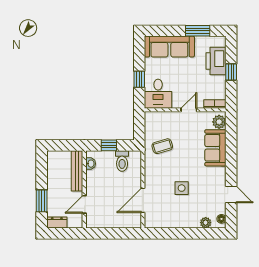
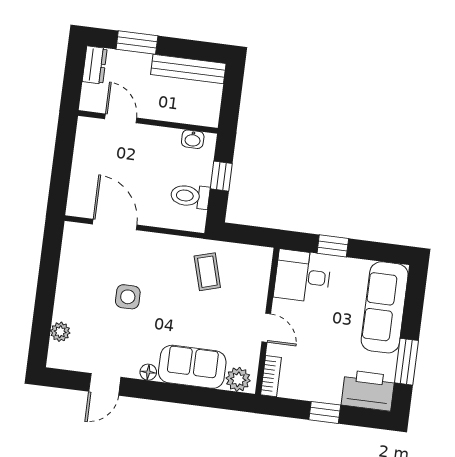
printer: (216, 61) -> (368, 390), moved
bench: (77, 171) -> (188, 69), moved
floor lamp: (221, 219) -> (148, 372), moved

